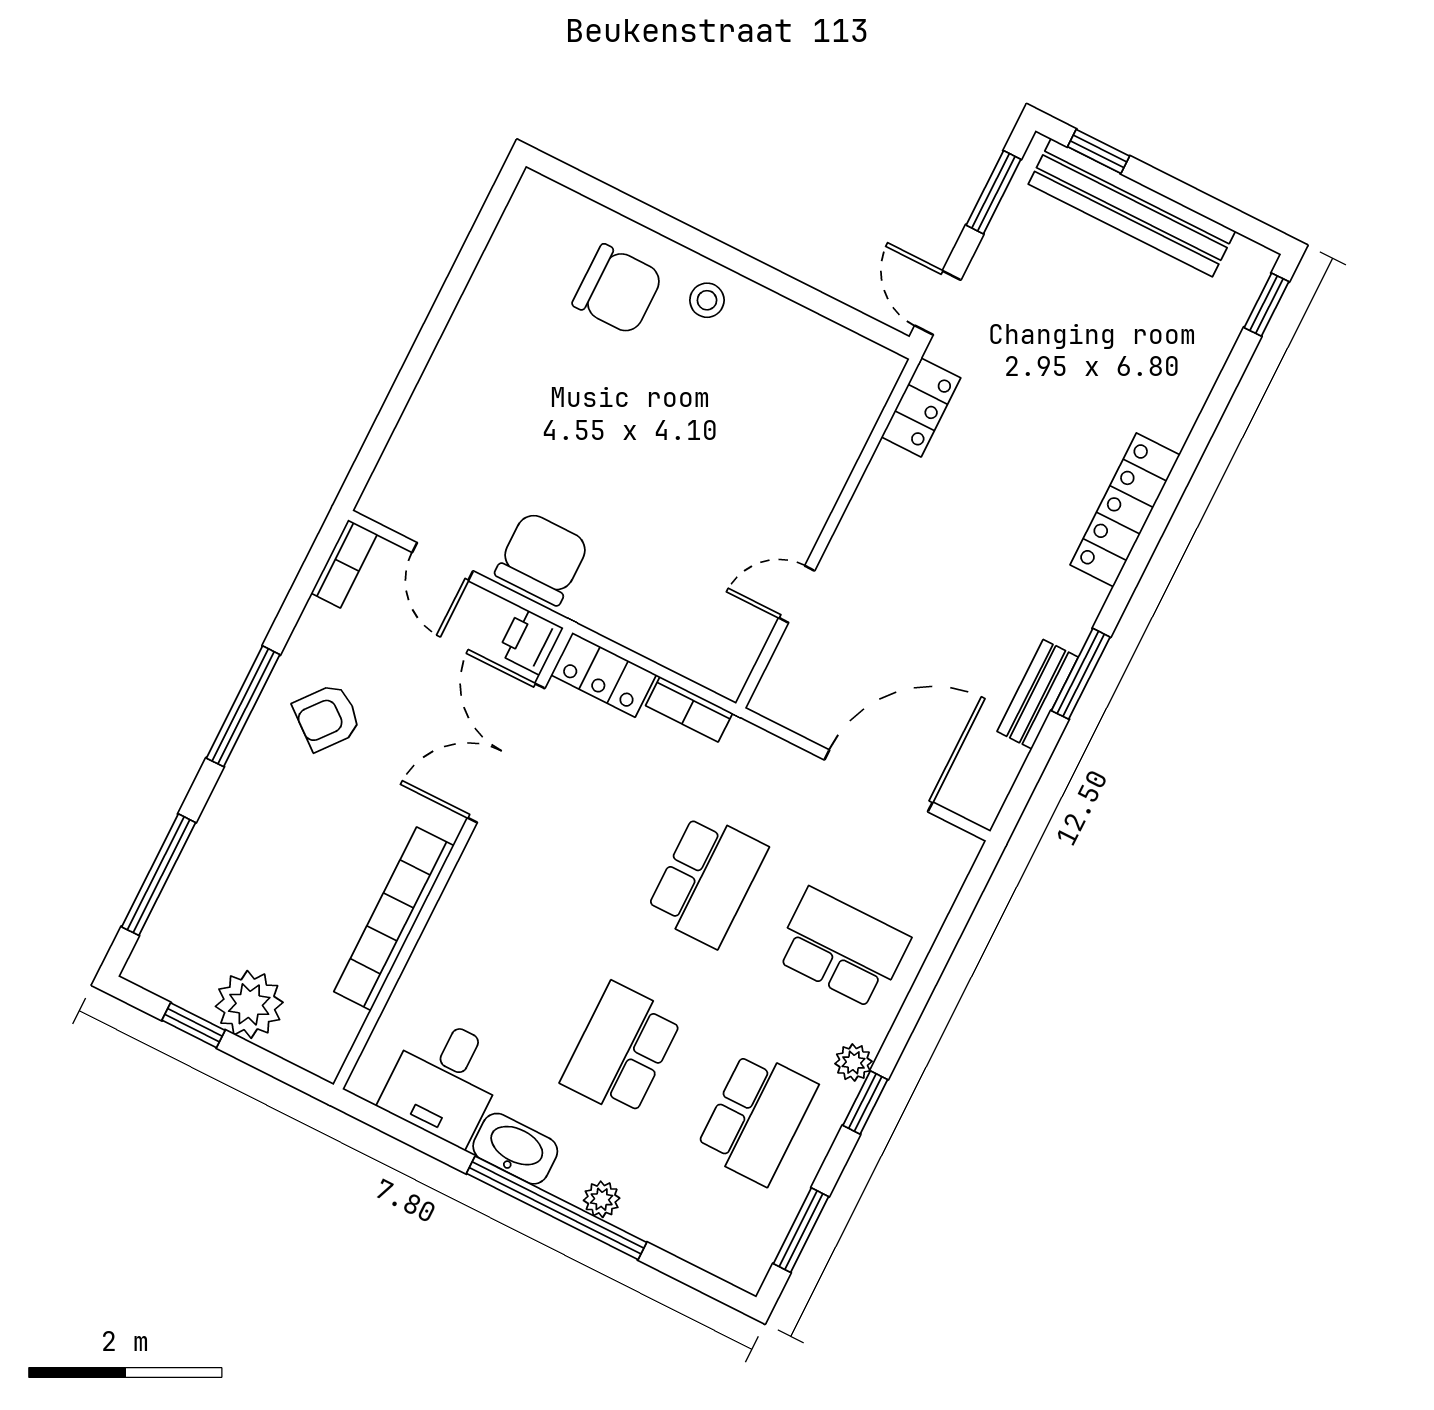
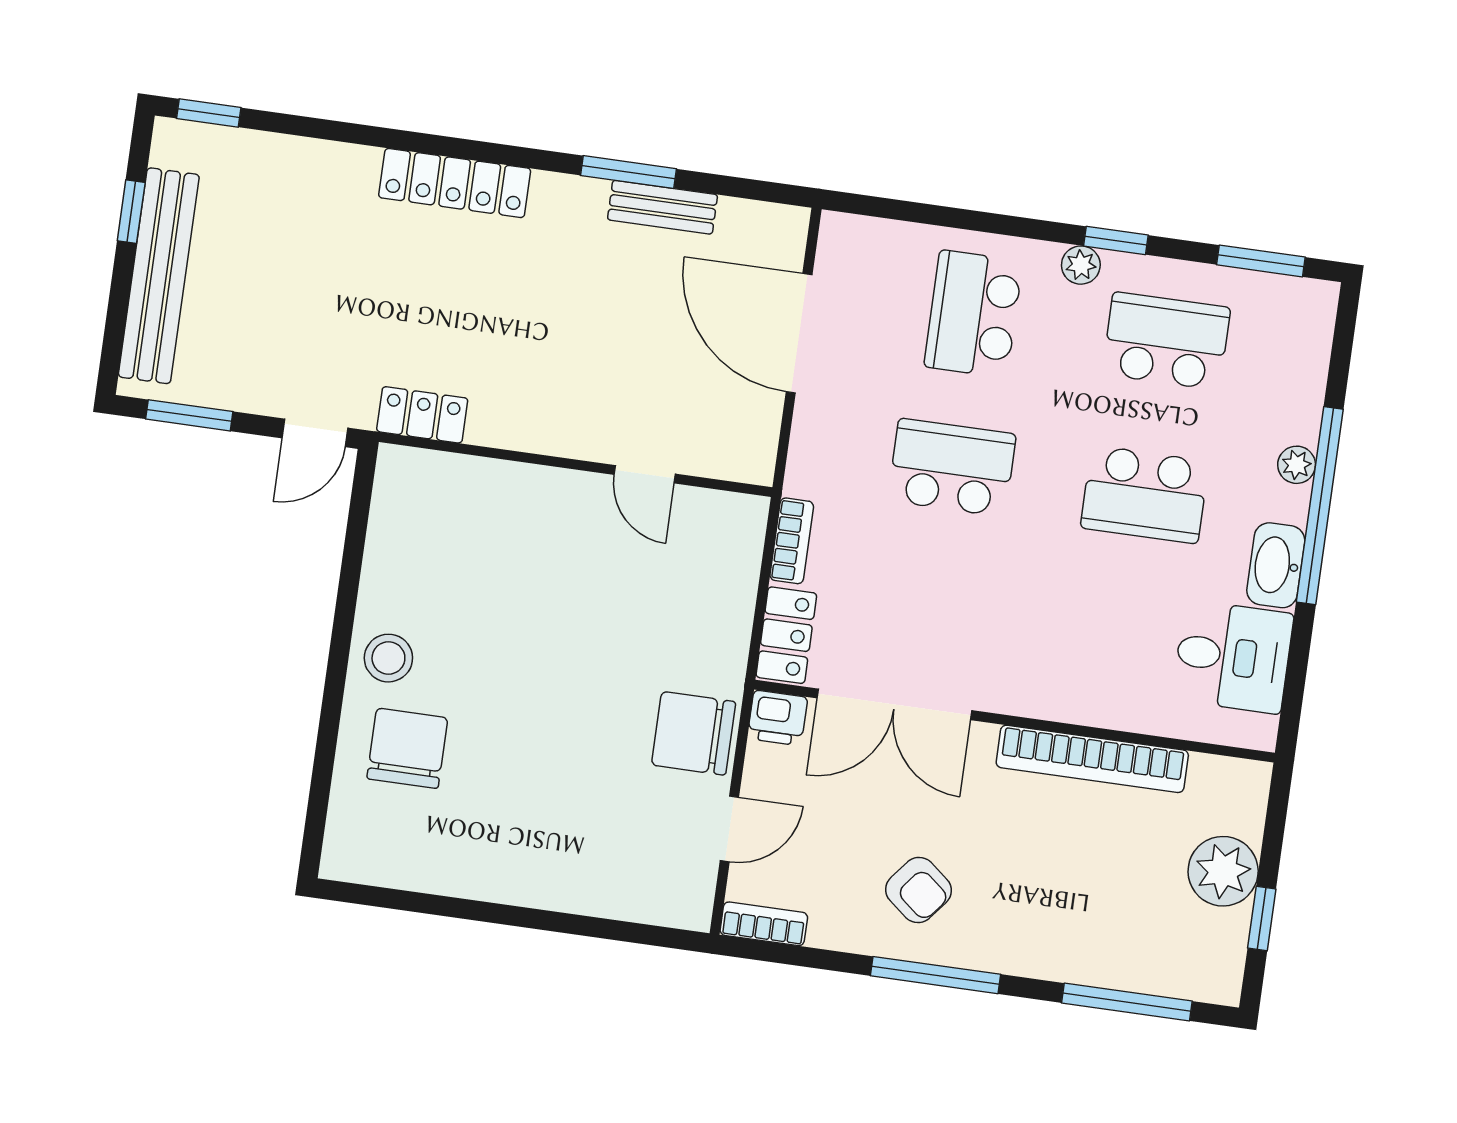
window: (1099, 151) -> (131, 212), moved
stool: (707, 300) -> (388, 658), width x1.37, depth x1.37

